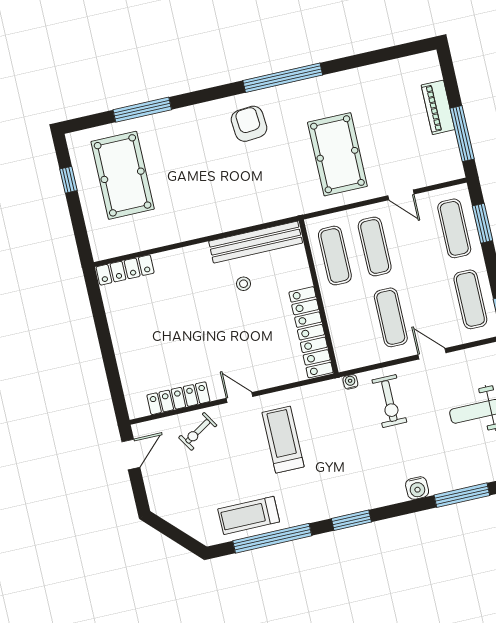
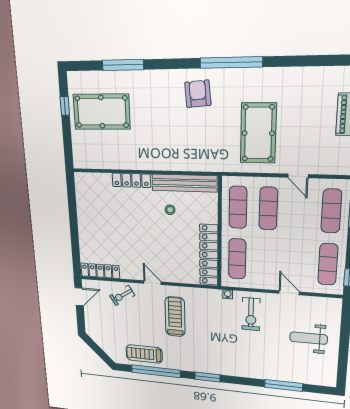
pool table: (123, 175) -> (102, 112), turned 90
locker: (125, 270) -> (131, 180), moved
exercise mat: (391, 317) -> (237, 259), moved
locker: (178, 398) -> (100, 271), moved
water cooler: (417, 488) -> (255, 372), removed

